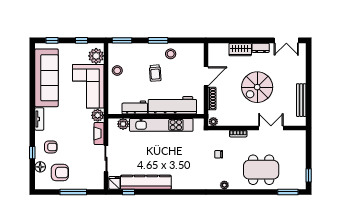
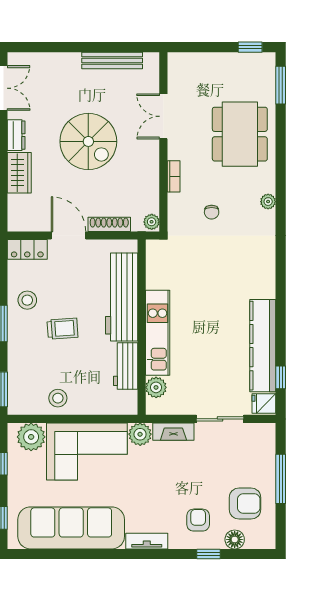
locker: (198, 54) -> (27, 249), added
kitchen unit: (161, 125) -> (158, 333), width x0.73
armchair: (60, 173) -> (245, 504), turned 90

